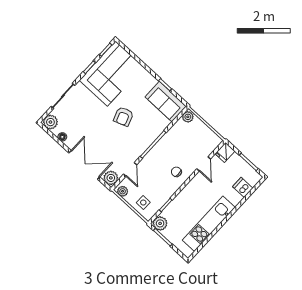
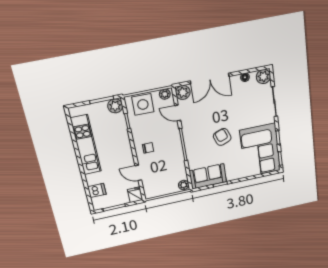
side table: (143, 203) -> (143, 104), width x1.87, depth x1.87

